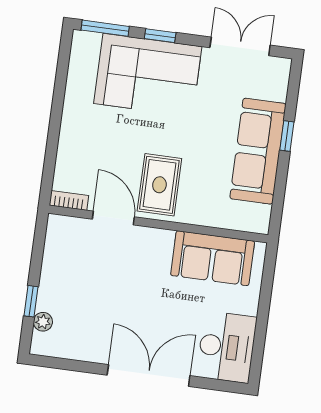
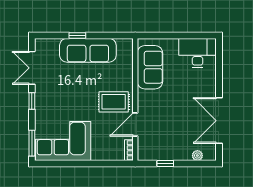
window: (160, 36) -> (32, 101), moved
corner sofa: (148, 75) -> (63, 141), moved, turned -90
window: (31, 301) -> (165, 164), moved
double door: (149, 375) -> (219, 121), moved

